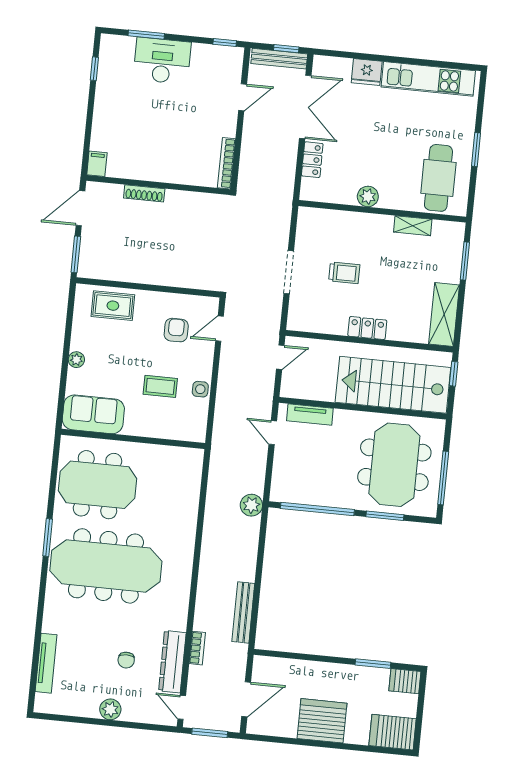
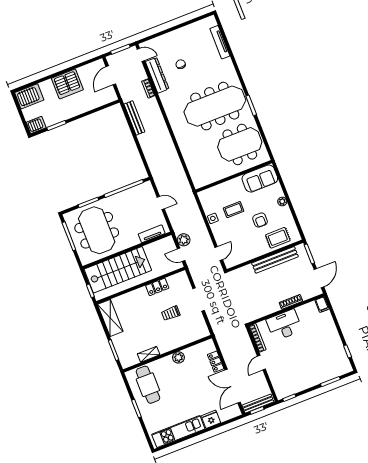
desk: (162, 61) -> (284, 325), moved, turned 180
door: (243, 97) -> (261, 363), moved
bench: (135, 273) -> (275, 260), added
locker: (367, 328) -> (157, 287), moved
armchair: (176, 330) -> (260, 220), moved
door: (280, 357) -> (181, 255), hinge flipped
door: (273, 433) -> (161, 203), moved
plant: (251, 505) -> (184, 240), moved
plant: (110, 709) -> (176, 36), removed

